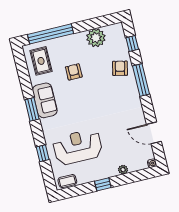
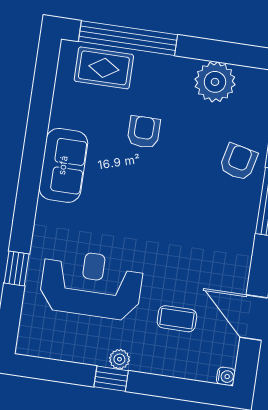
rug: (41, 61) -> (104, 68), moved, turned 90
window: (32, 109) -> (31, 173), removed
plant: (123, 170) -> (119, 359), moved
coffee table: (67, 181) -> (177, 319), moved

